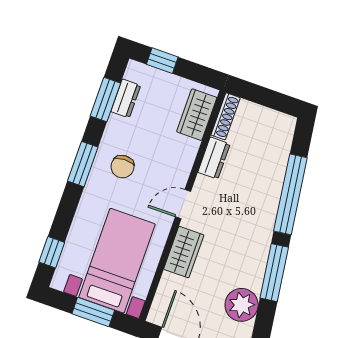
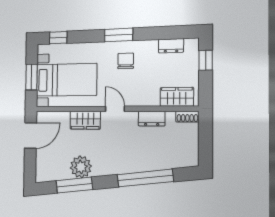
window: (105, 100) -> (166, 33), removed
shoe rack: (226, 116) -> (187, 117), width x0.70
chair: (123, 167) -> (126, 61), turned 92
window: (274, 273) -> (74, 185), moved
plant: (242, 305) -> (81, 167), moved

